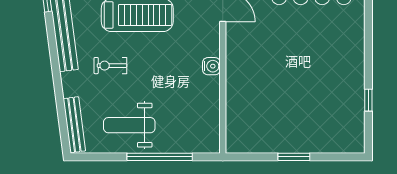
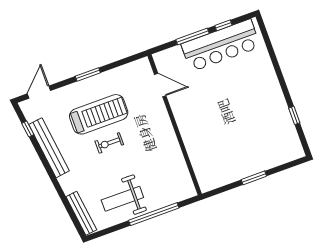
exercise bike: (110, 66) -> (109, 143), moved
water cooler: (211, 66) -> (168, 133), removed

